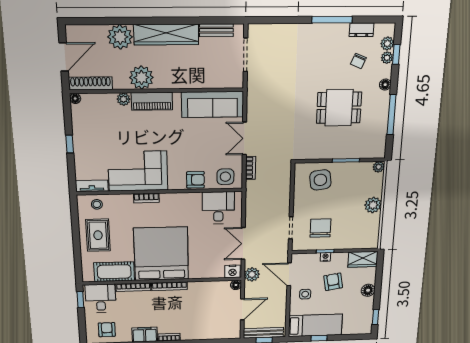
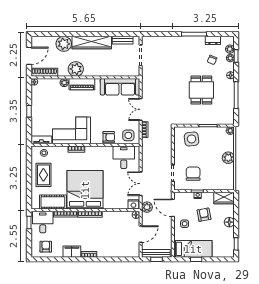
dining table: (339, 108) -> (201, 90), turned 90

